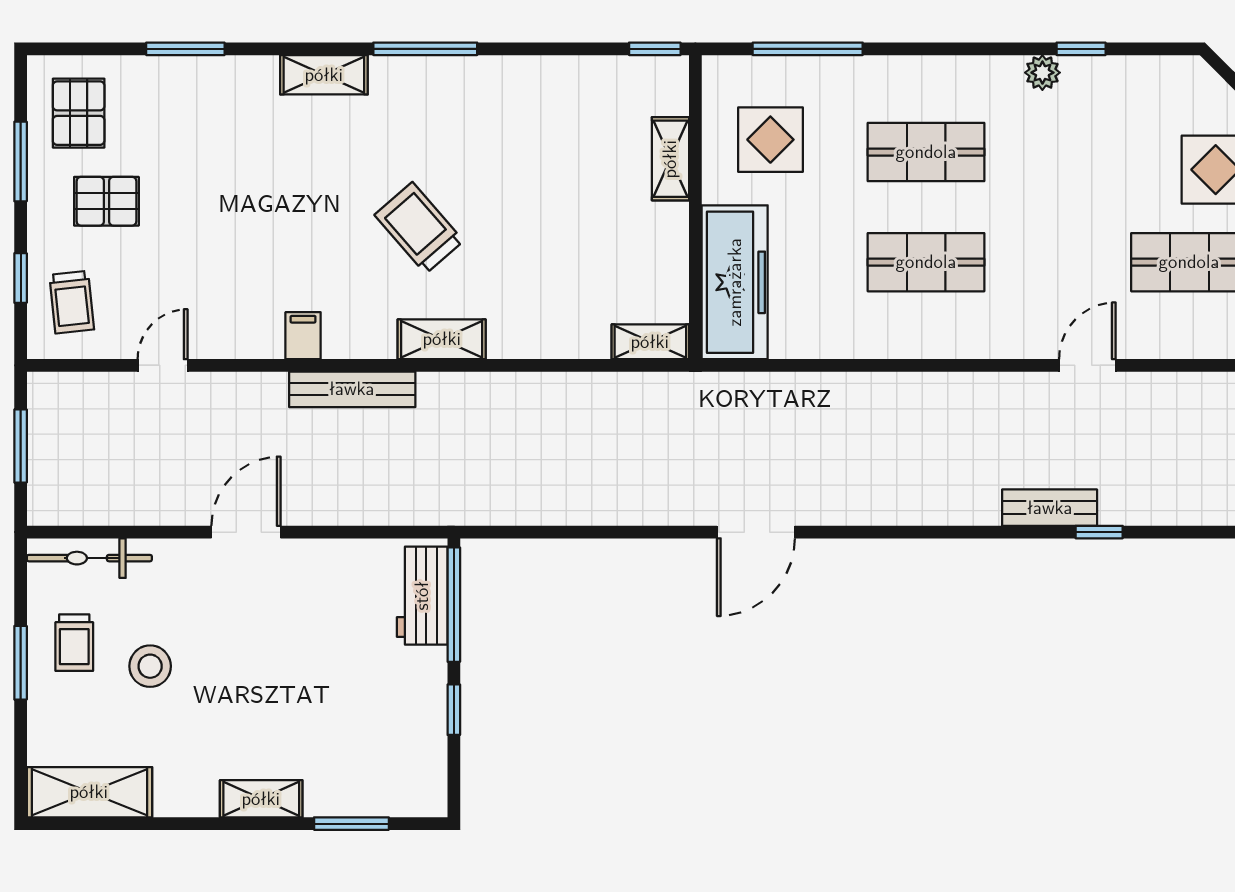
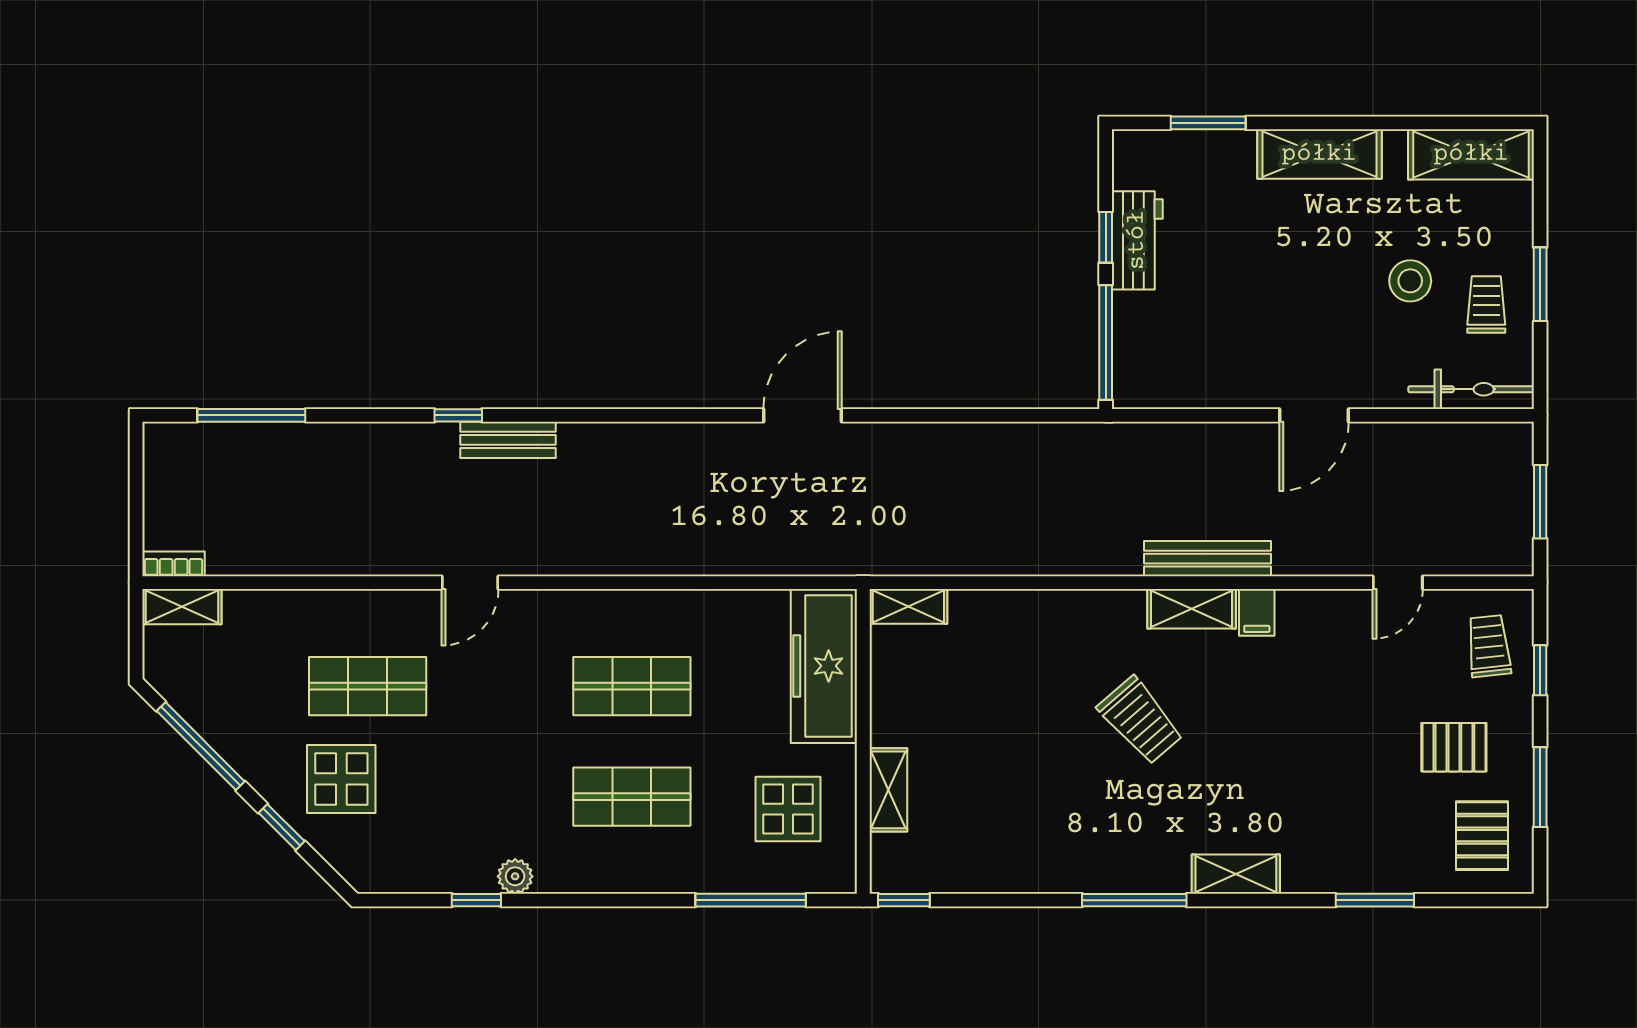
shelving: (442, 339) -> (1192, 609), moved
workbench: (422, 596) -> (1137, 240), moved
shelving: (261, 799) -> (1319, 154), width x1.50, depth x1.33

